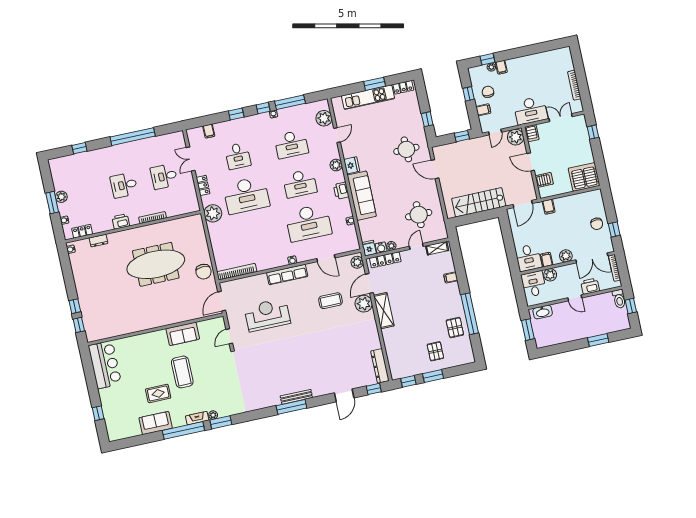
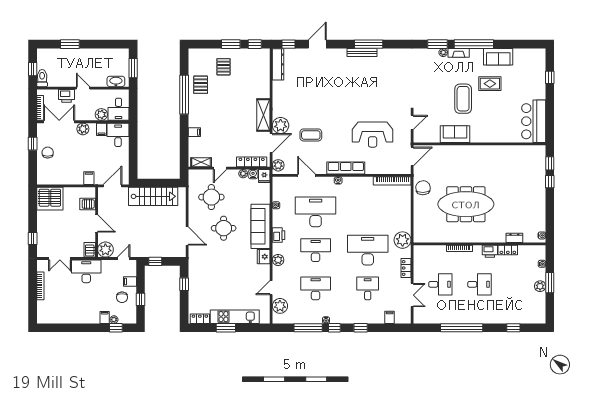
round table: (406, 149) -> (224, 228), moved
locker: (82, 231) -> (508, 250), moved

